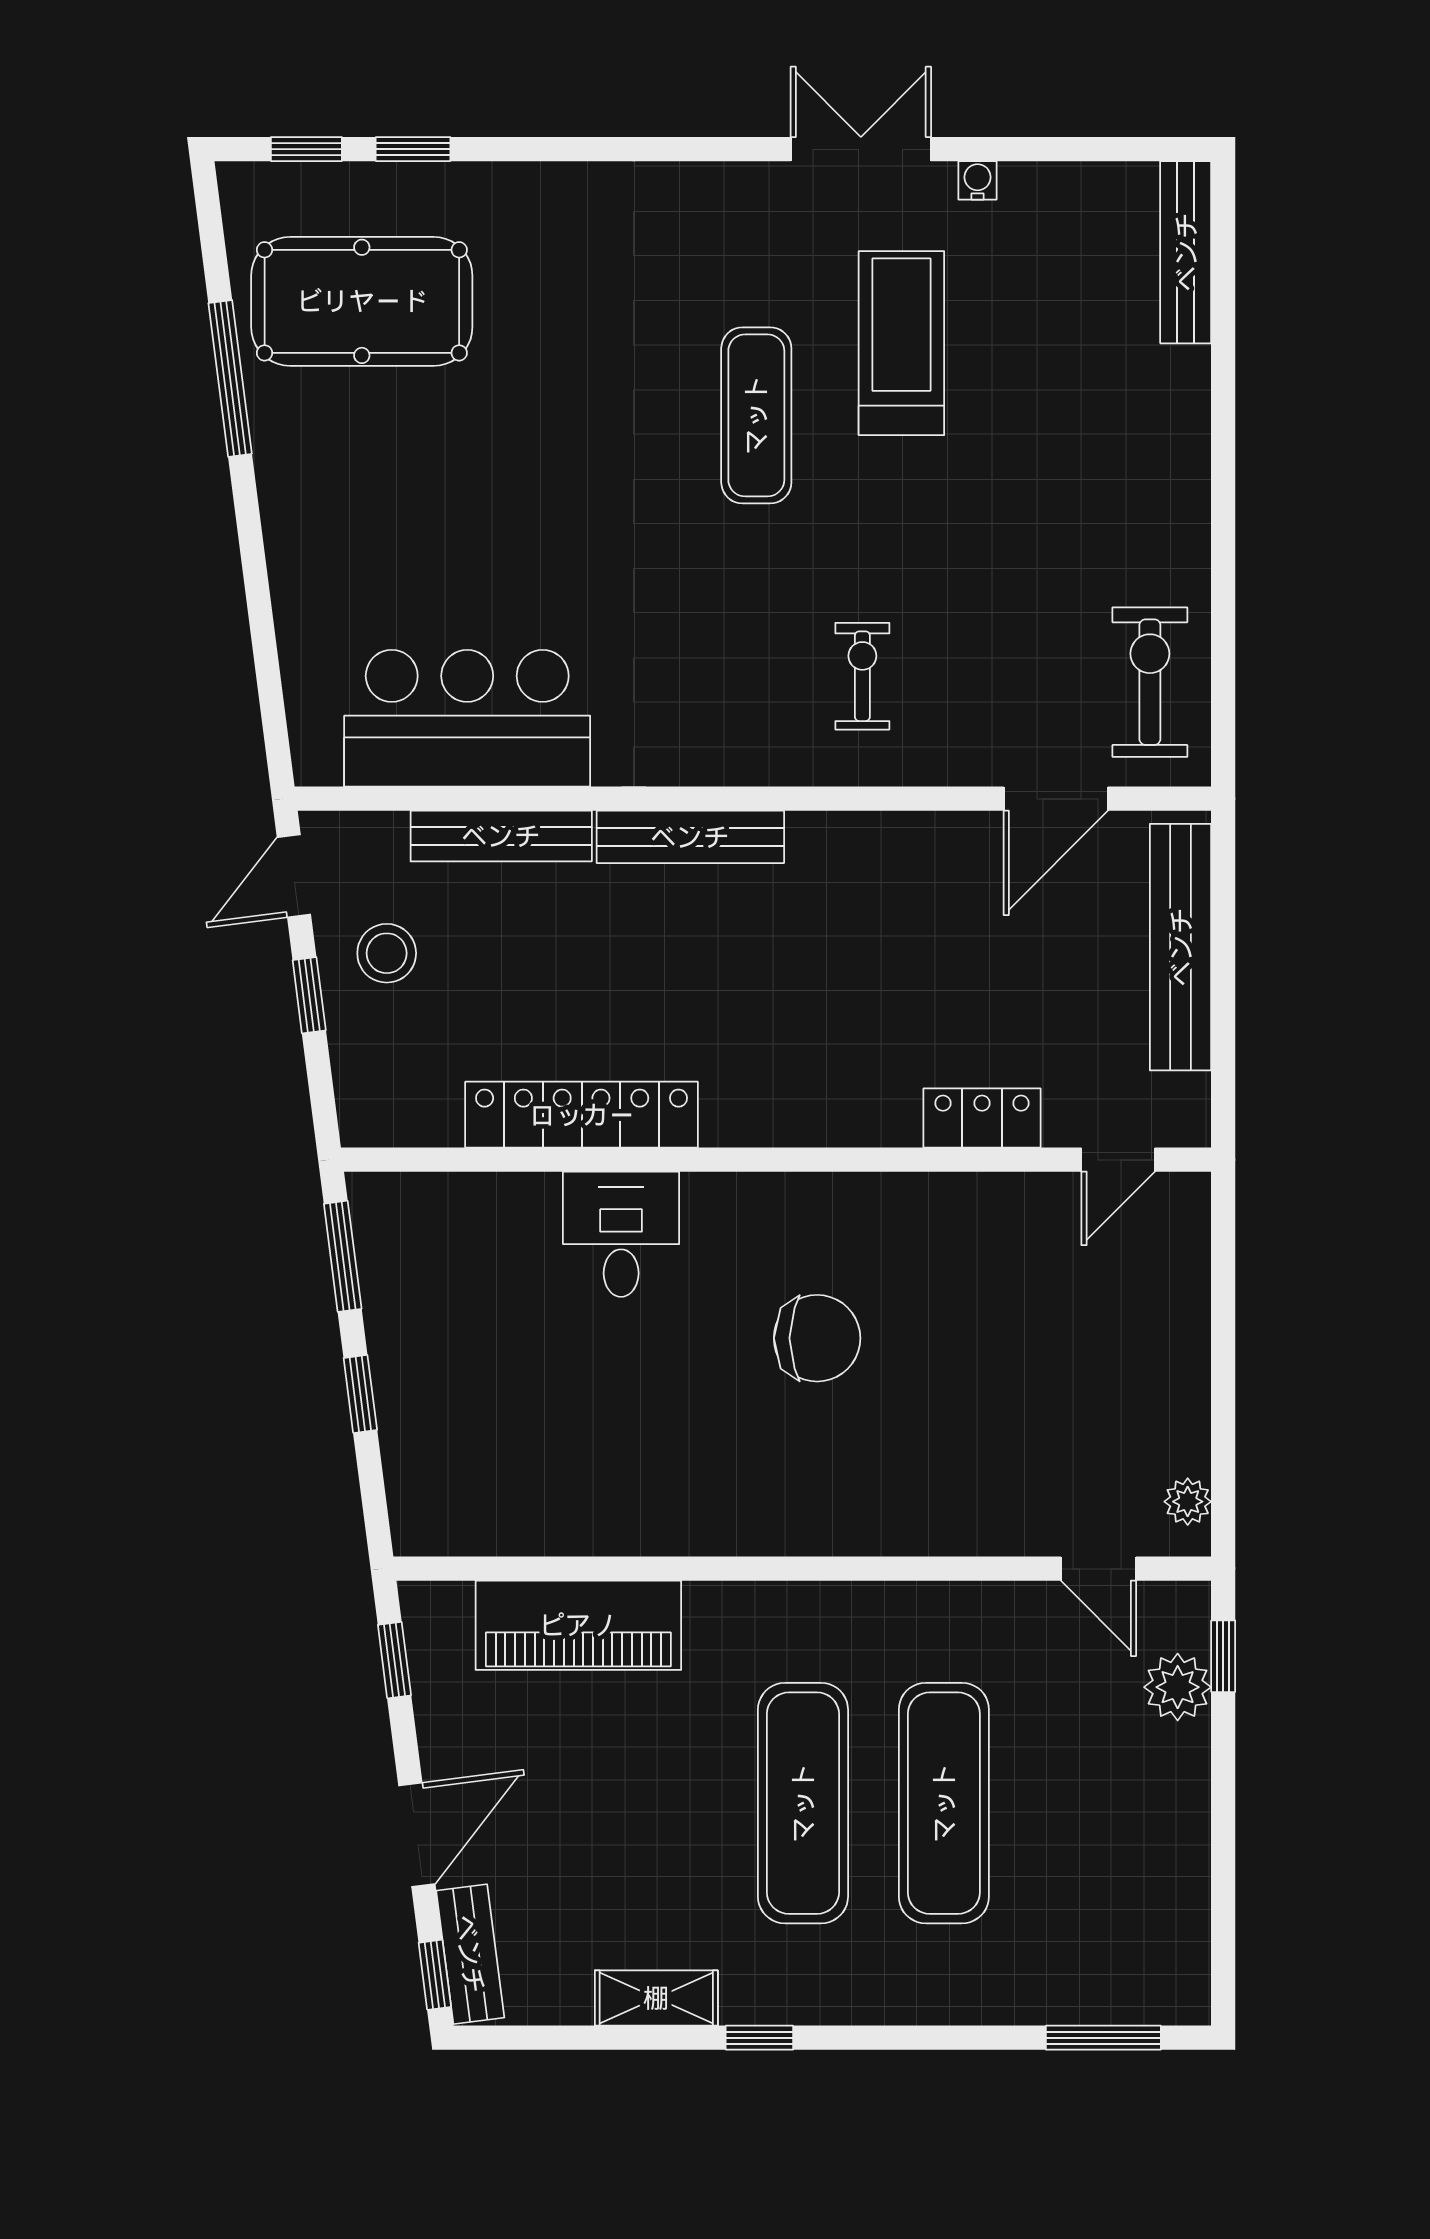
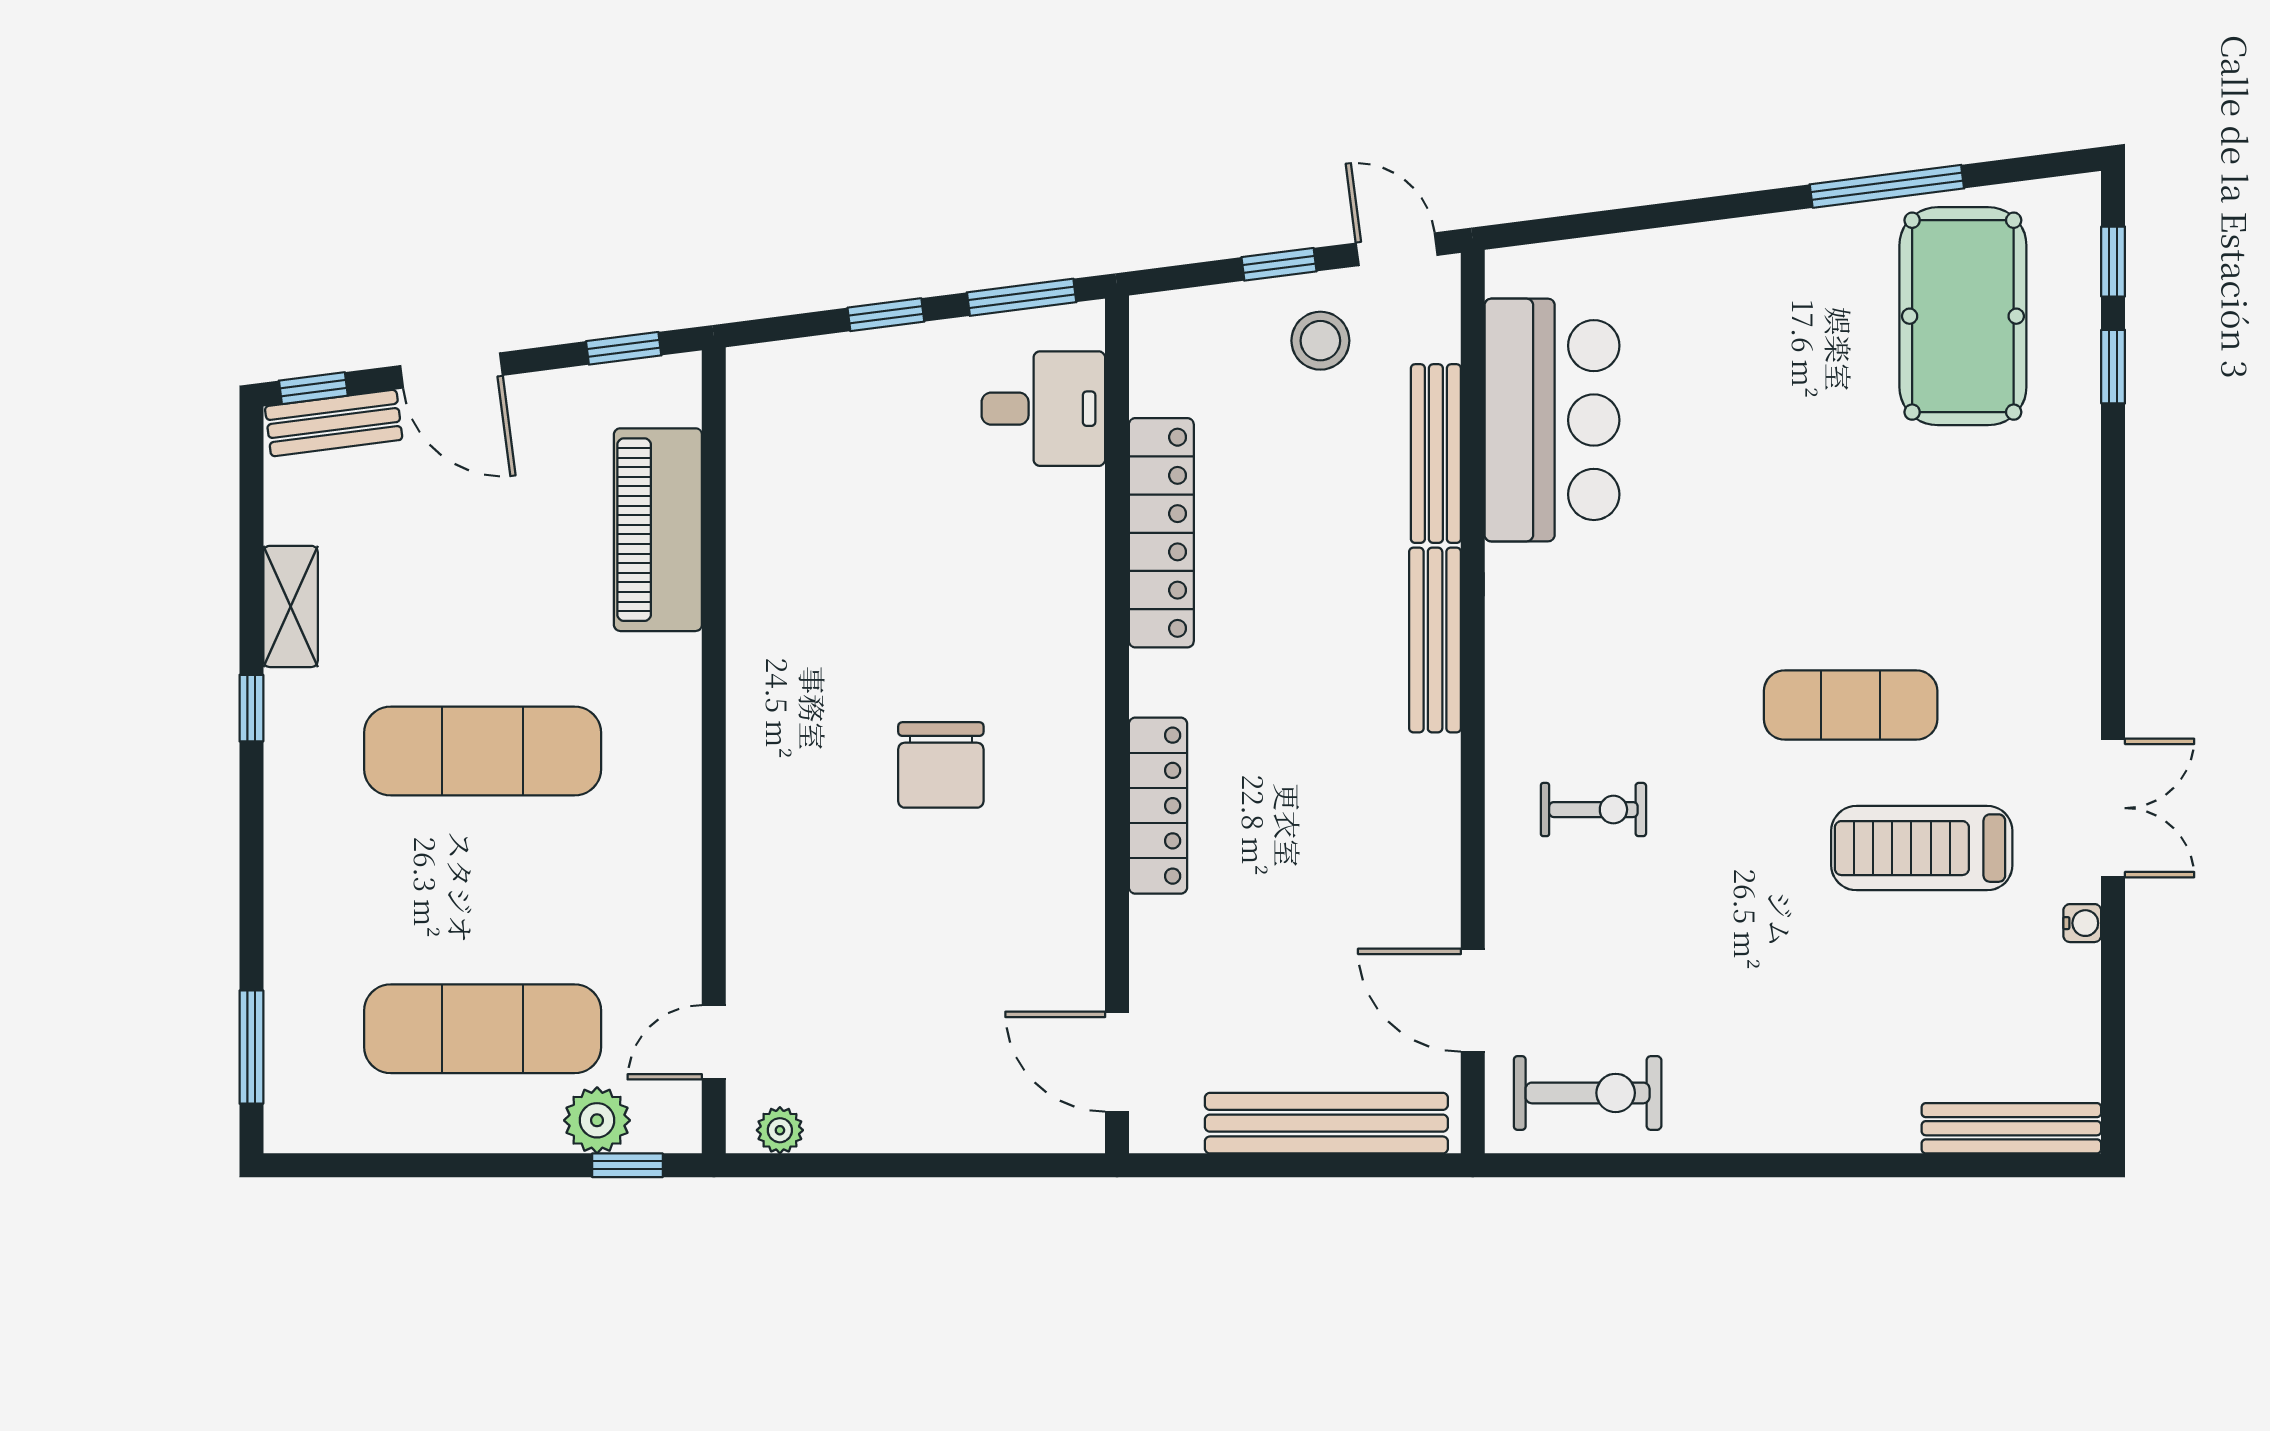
treadmill: (901, 343) -> (1922, 848), turned 180
locker: (982, 1118) -> (1158, 806), moved, width x1.53
door: (1118, 1160) -> (1117, 1062), width x1.38
desk: (621, 1234) -> (1043, 409), moved
exercise mat: (944, 1803) -> (483, 1029), moved

